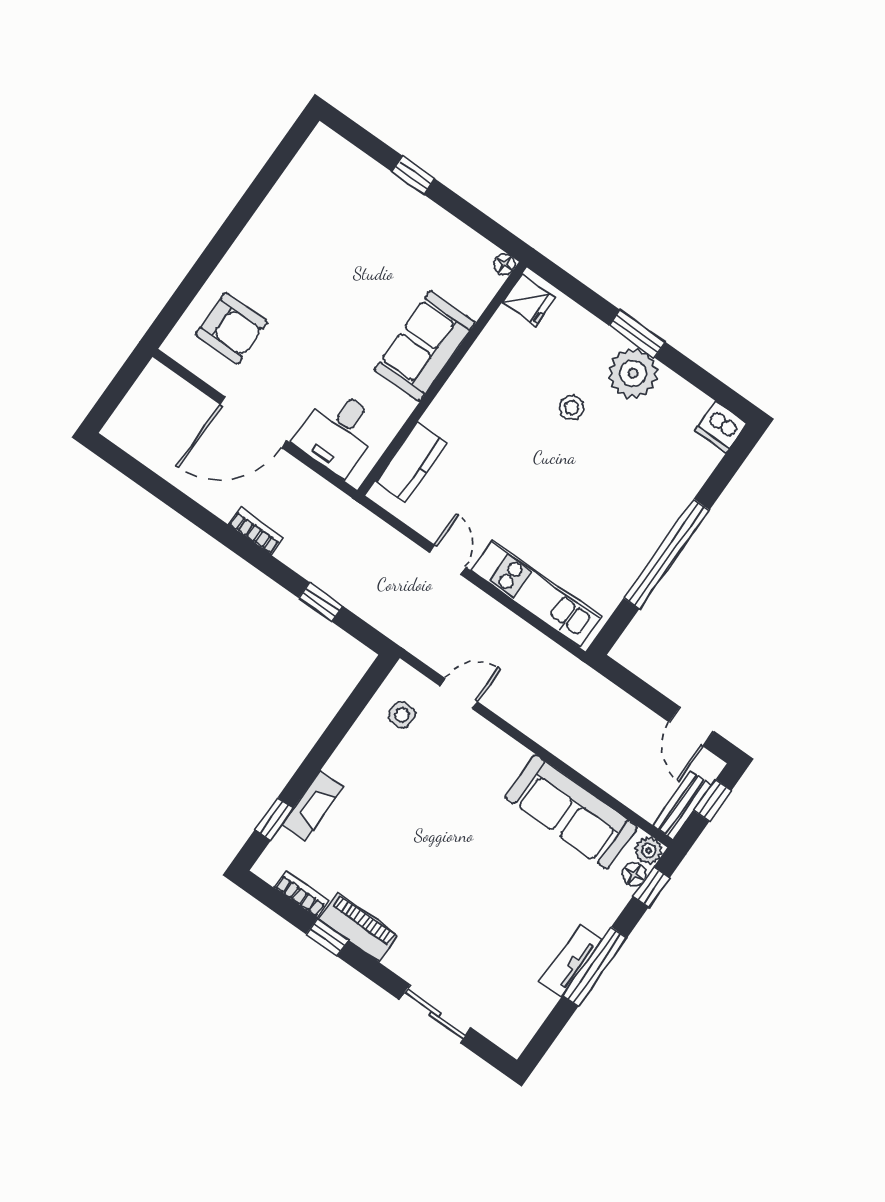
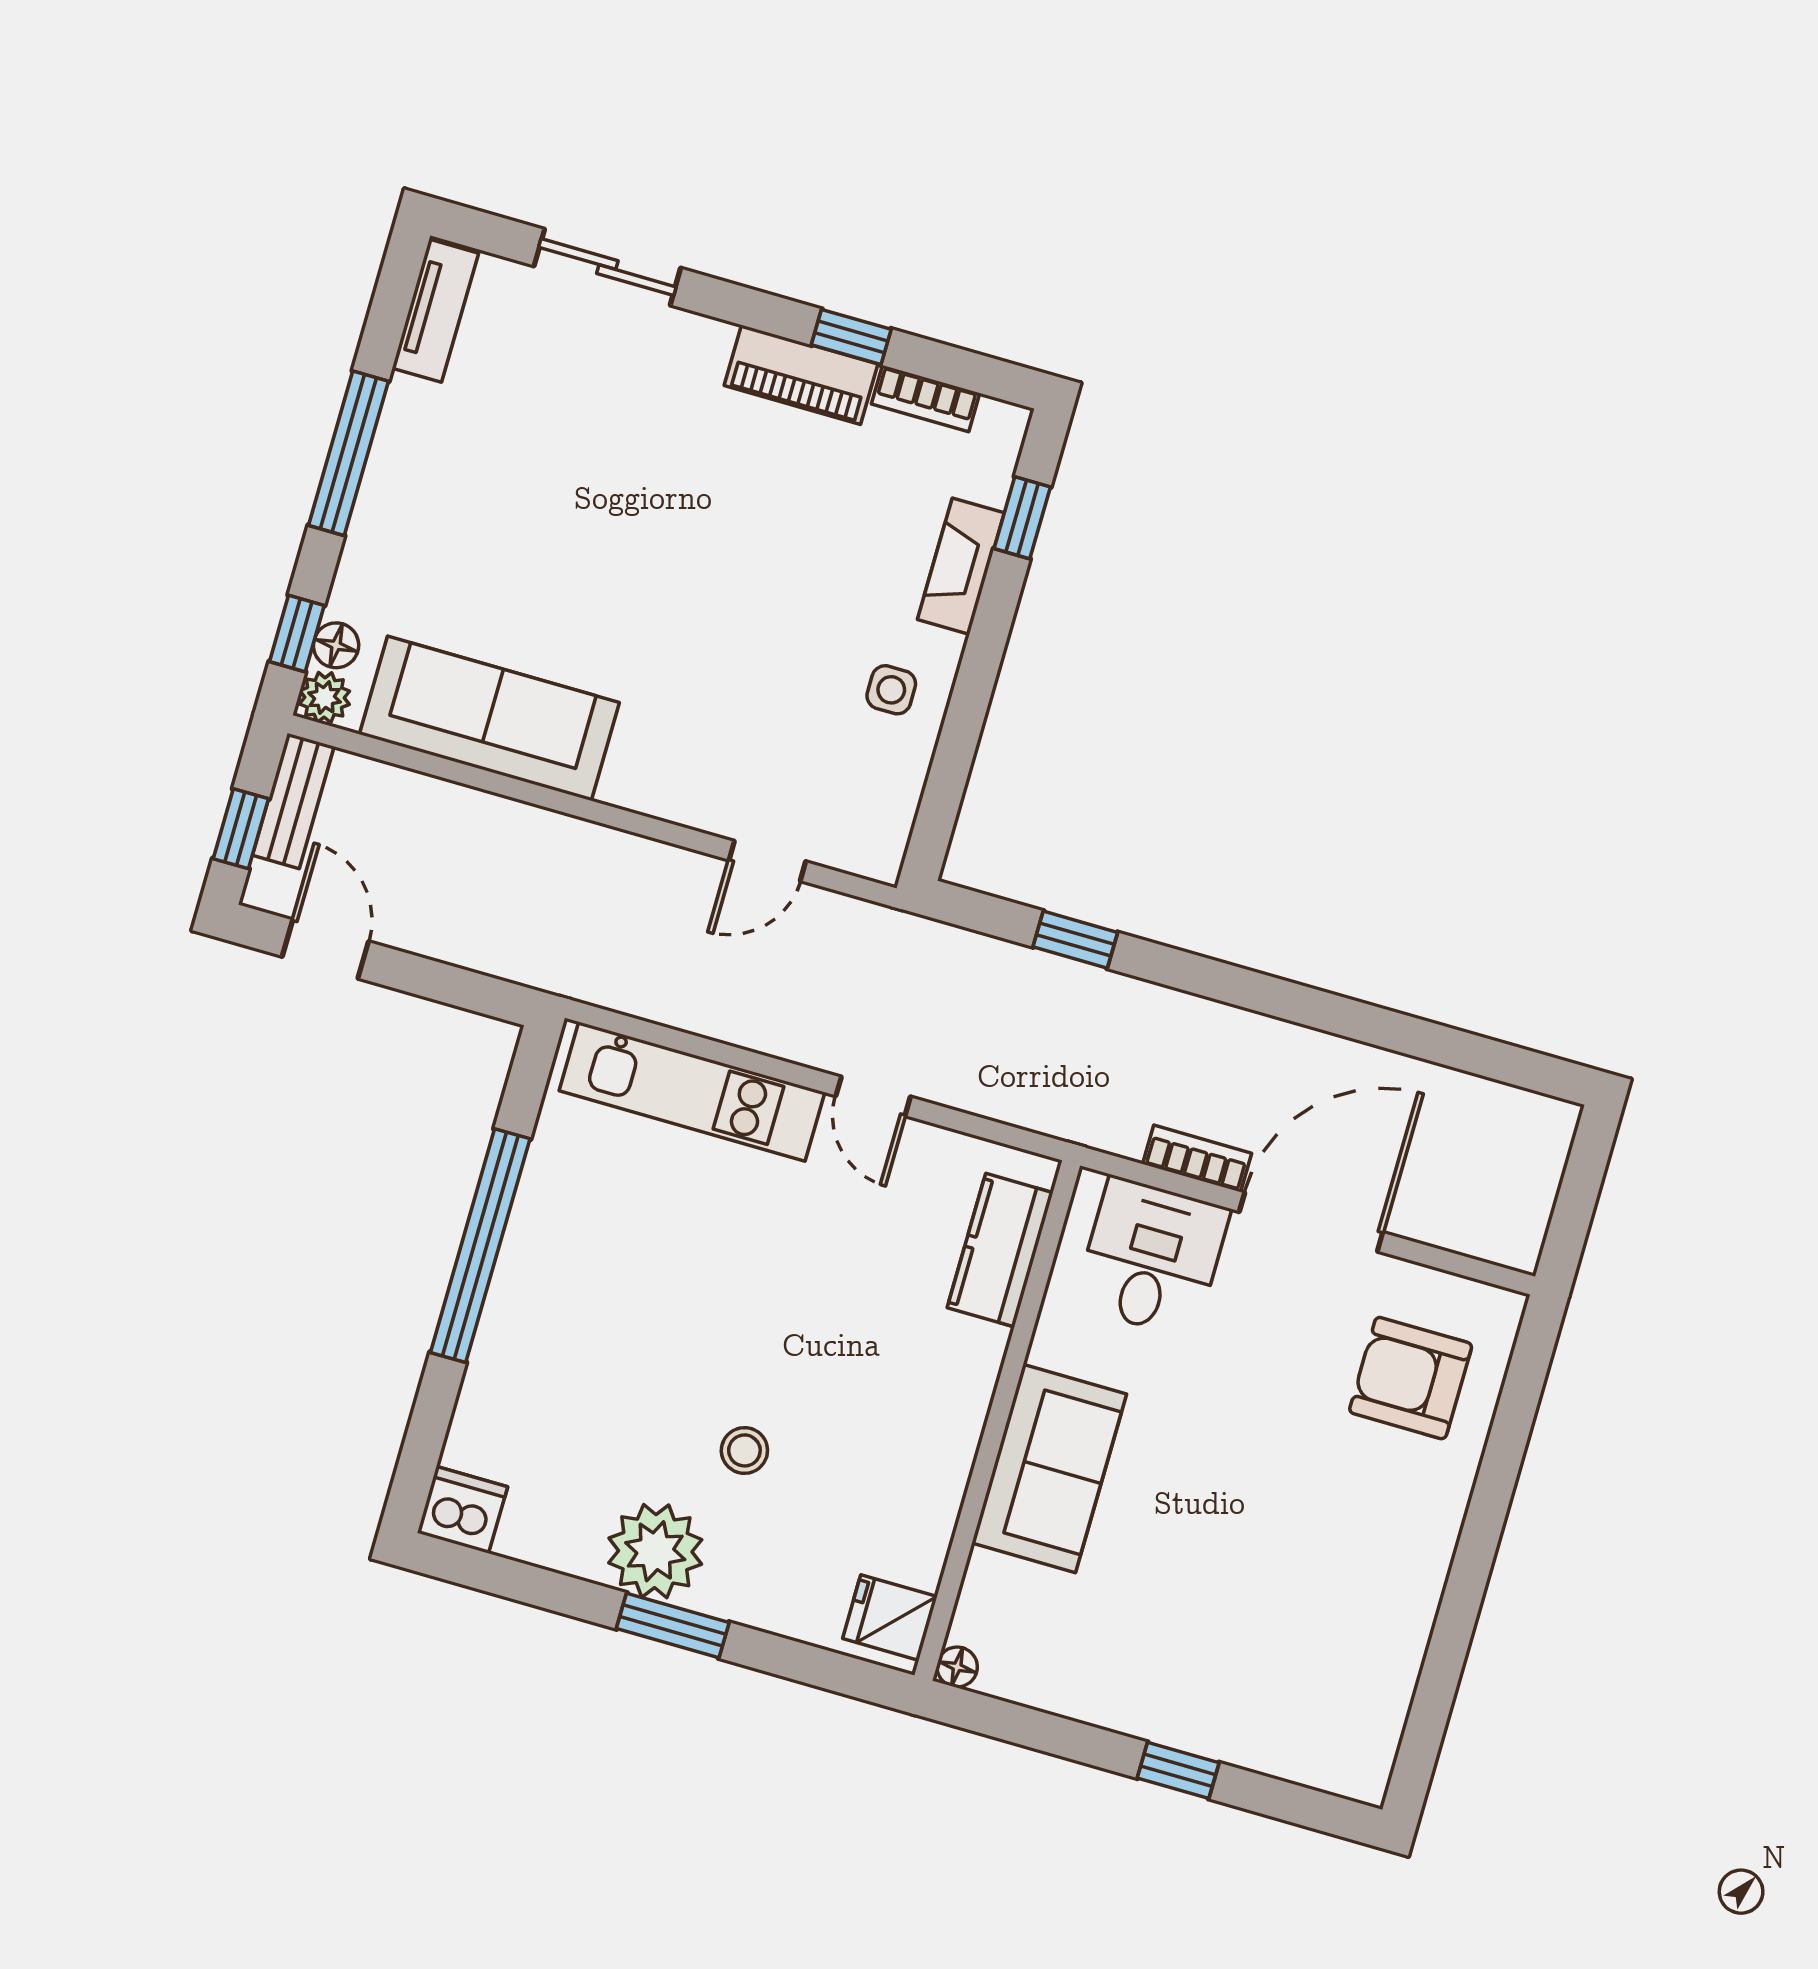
bookcase: (256, 531) -> (1197, 1159), moved, turned 180
side table: (402, 715) -> (891, 690), moved
tv unit: (571, 961) -> (435, 311), moved

